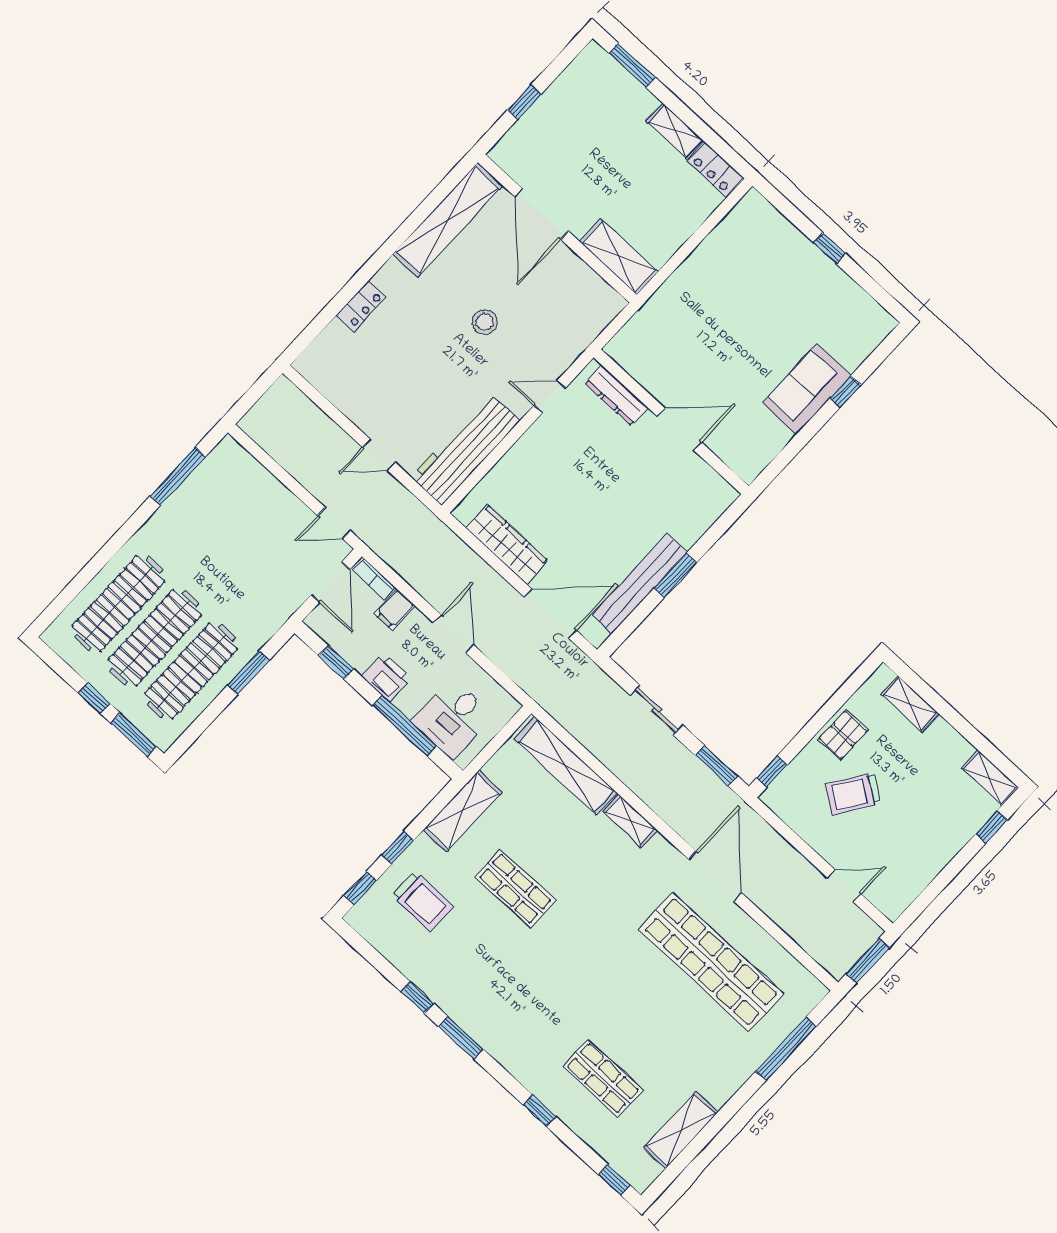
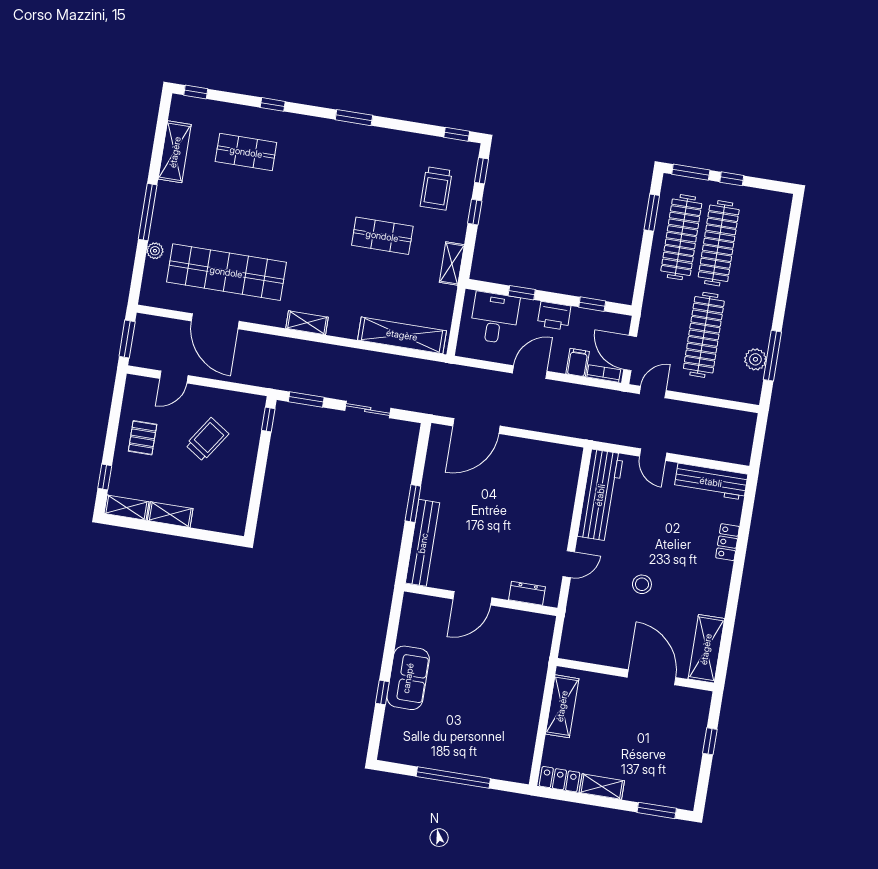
shelving: (448, 220) -> (706, 649), width x0.68
window: (830, 248) -> (453, 777), width x3.17
shelving: (619, 257) -> (562, 706), moved, turned 90
workbench: (335, 384) -> (711, 482), added
dresser: (616, 395) -> (527, 593), width x0.70
door: (379, 455) -> (653, 455), swing flipped
plant: (199, 485) -> (755, 359), added
wardrobe: (507, 544) -> (534, 452), removed
bench: (639, 584) -> (423, 543), moved
clothes rail: (118, 604) -> (704, 335), moved
door: (453, 634) -> (530, 372), swing flipped
window: (248, 673) -> (652, 213), moved
shelving: (910, 704) -> (170, 515), moved
window: (405, 726) -> (522, 293), width x0.46
pallet: (843, 735) -> (143, 438), moved
shelving: (463, 811) -> (452, 264), width x0.67, depth x0.75
shelving: (630, 821) -> (307, 323), moved
door: (715, 876) -> (215, 321), moved
trolley: (422, 901) -> (436, 188), turned -90
window: (417, 998) -> (457, 134), moved
plant: (773, 1037) -> (155, 251), added
window: (786, 1049) -> (148, 212), moved

